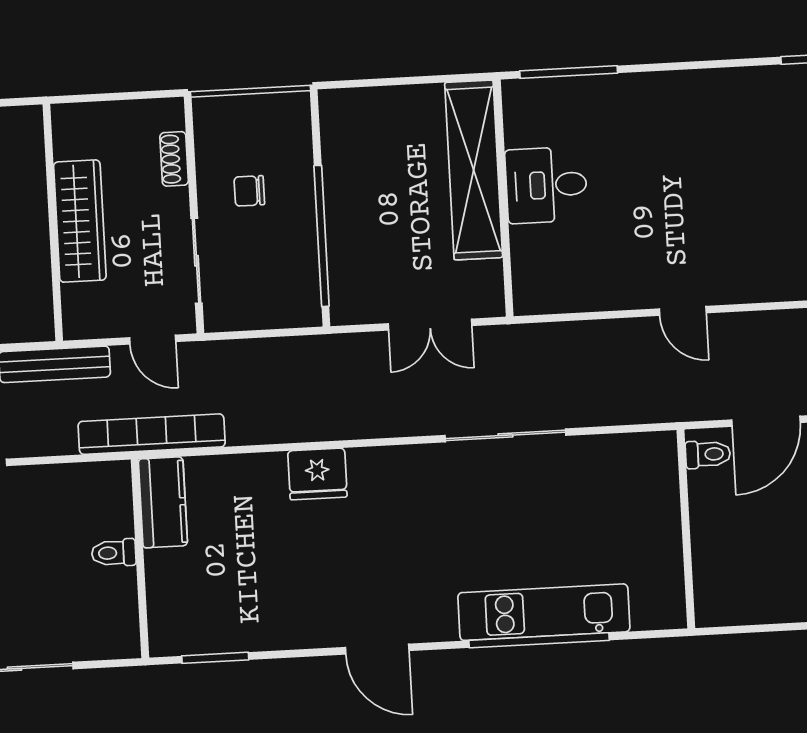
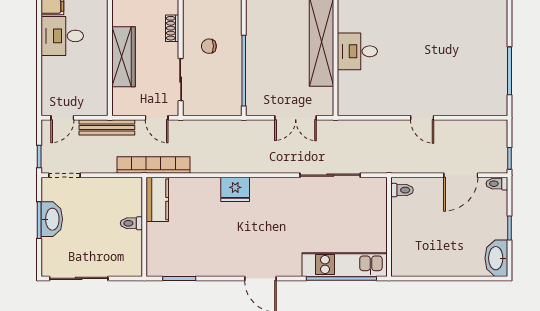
toilet: (708, 454) -> (402, 190), moved
wall: (686, 529) -> (389, 227), moved

